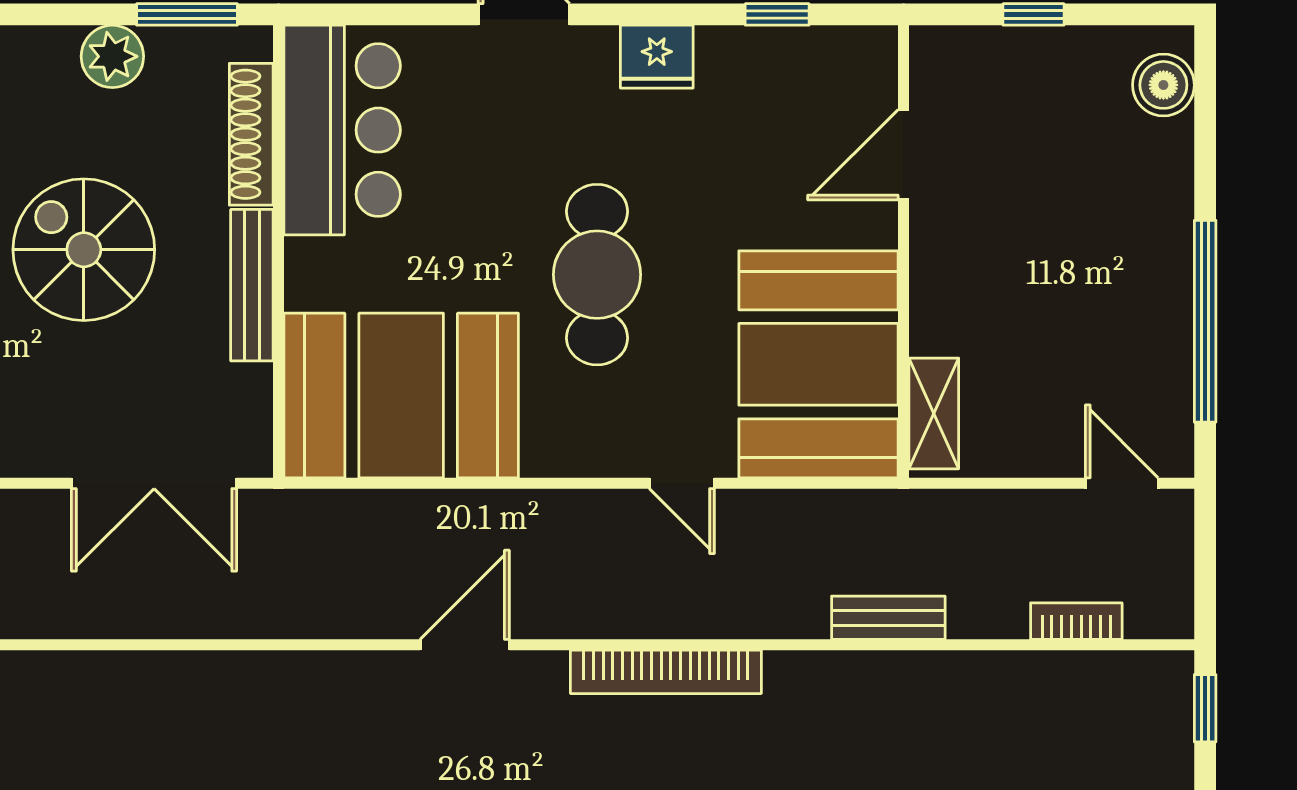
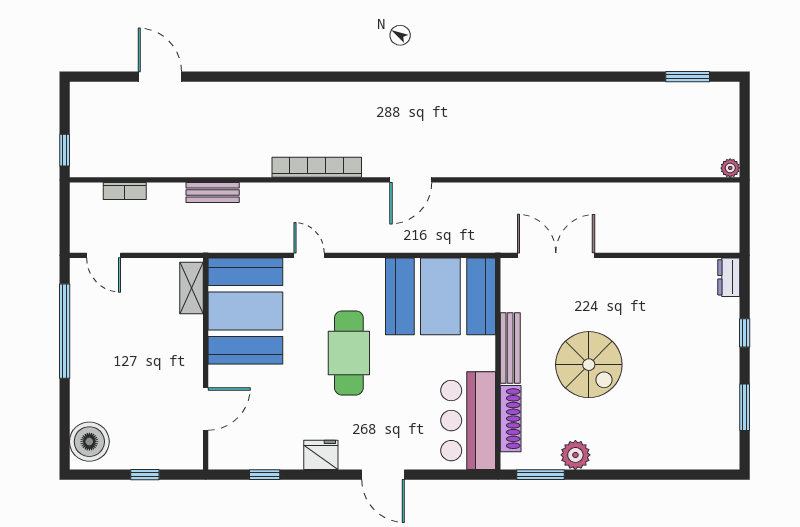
boiler: (1163, 85) -> (89, 442), width x1.37, depth x1.37

